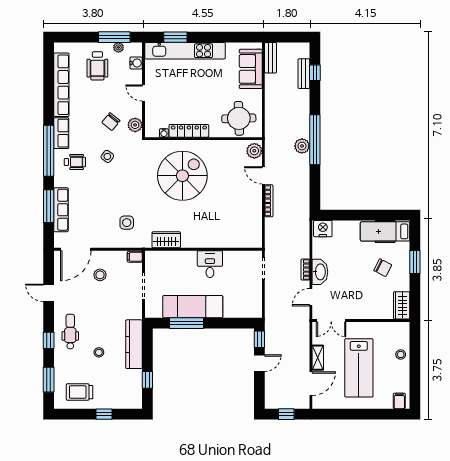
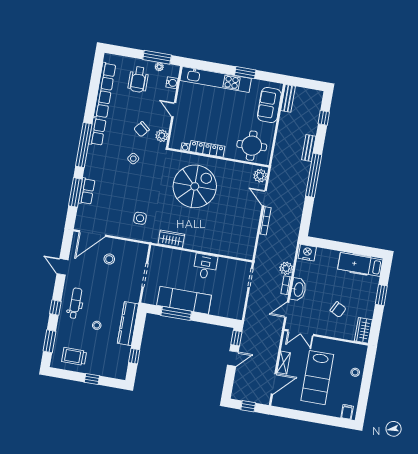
window: (175, 37) -> (245, 73), moved
bench: (304, 74) -> (309, 148), moved
plant: (302, 146) -> (286, 268), moved
wheelchair: (75, 162) -> (105, 158), removed
row of seats: (61, 210) -> (87, 191), width x0.68
filing cabinet: (135, 257) -> (142, 249), removed
chair: (383, 268) -> (338, 309), moved

